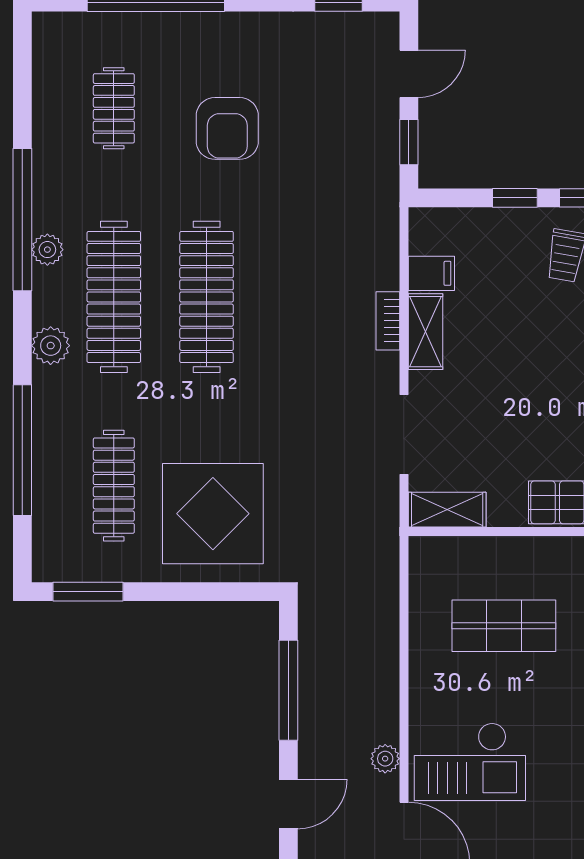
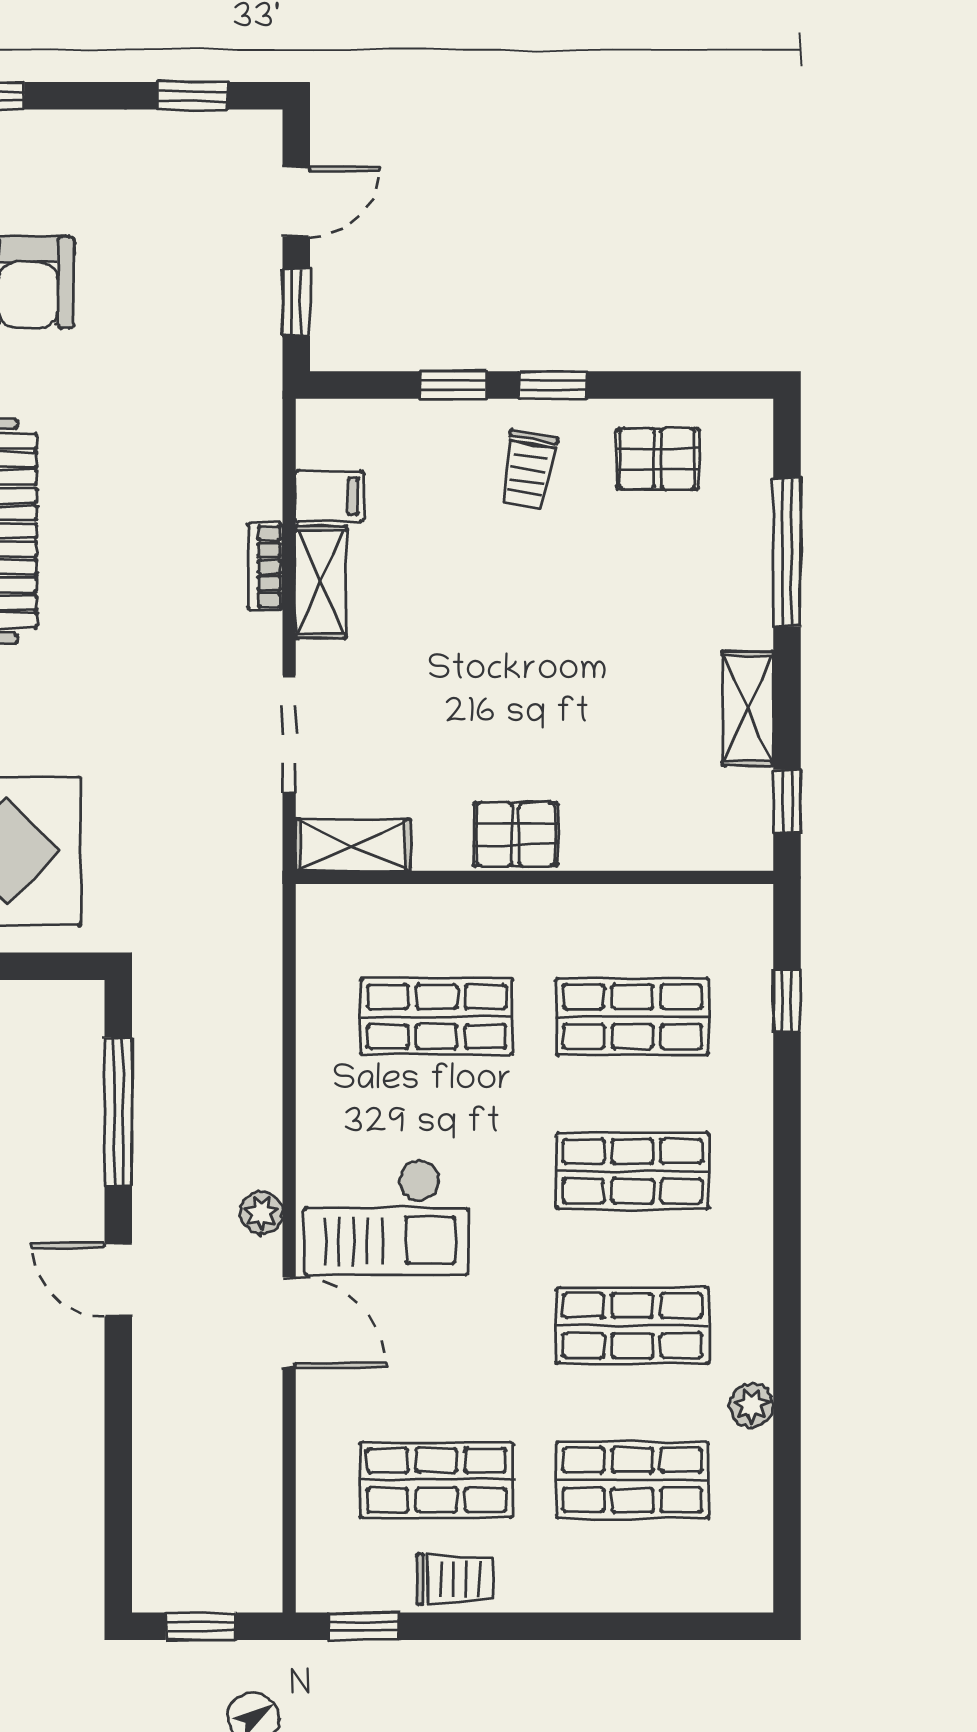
door: (288, 804) -> (118, 1280), swing flipped

